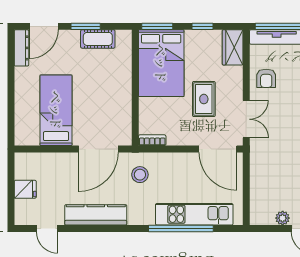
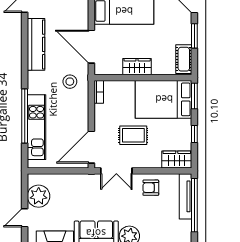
cot: (98, 39) -> (184, 59), moved
wardrobe: (122, 95) -> (137, 67), added
plant: (283, 218) -> (39, 196), width x1.87, depth x1.87

